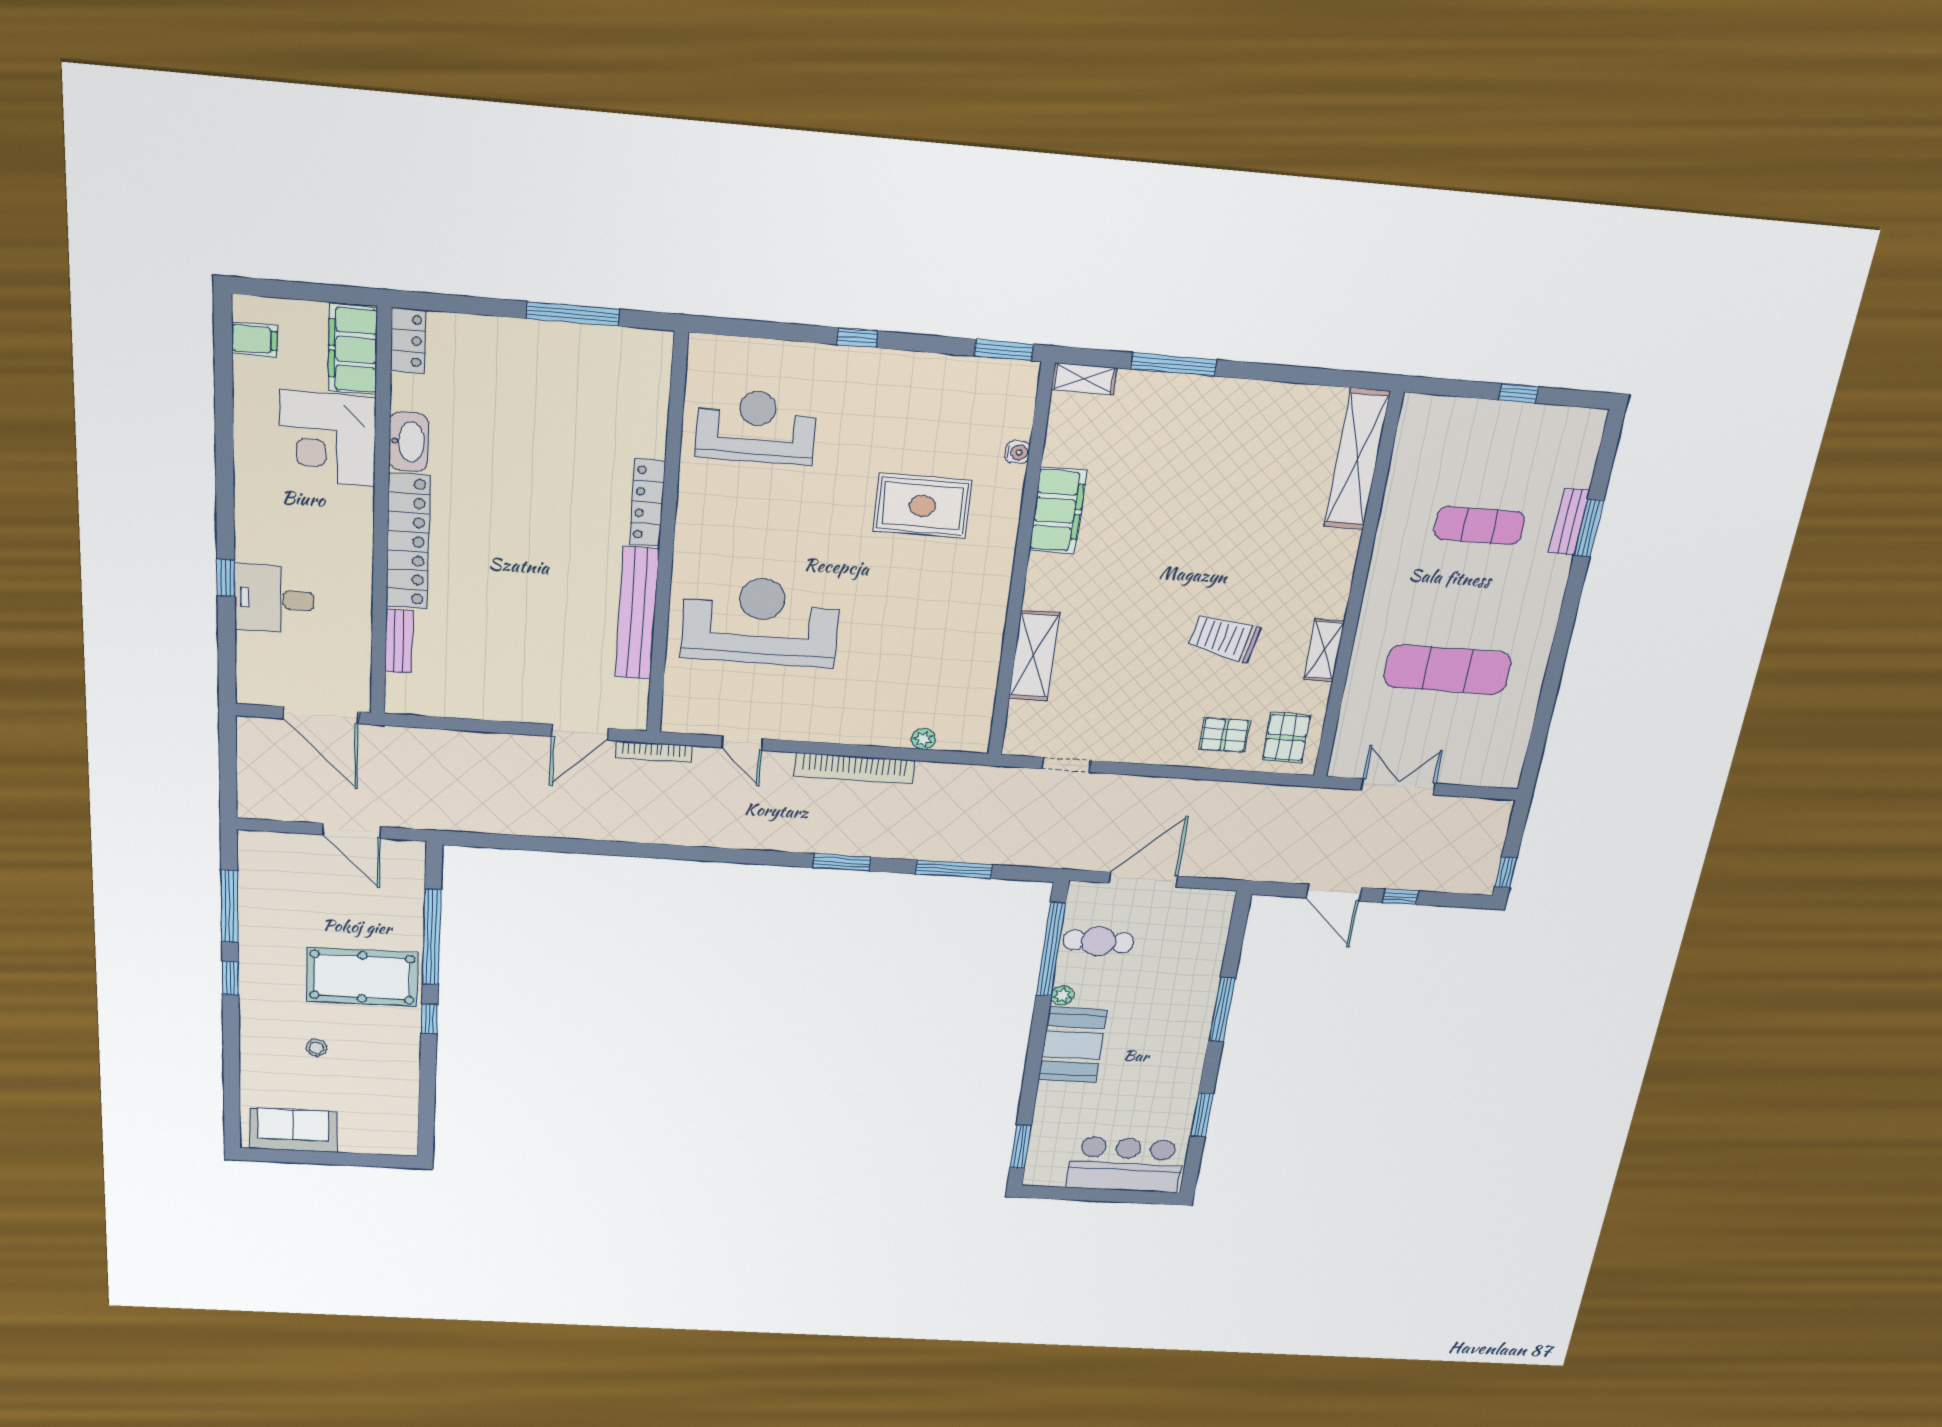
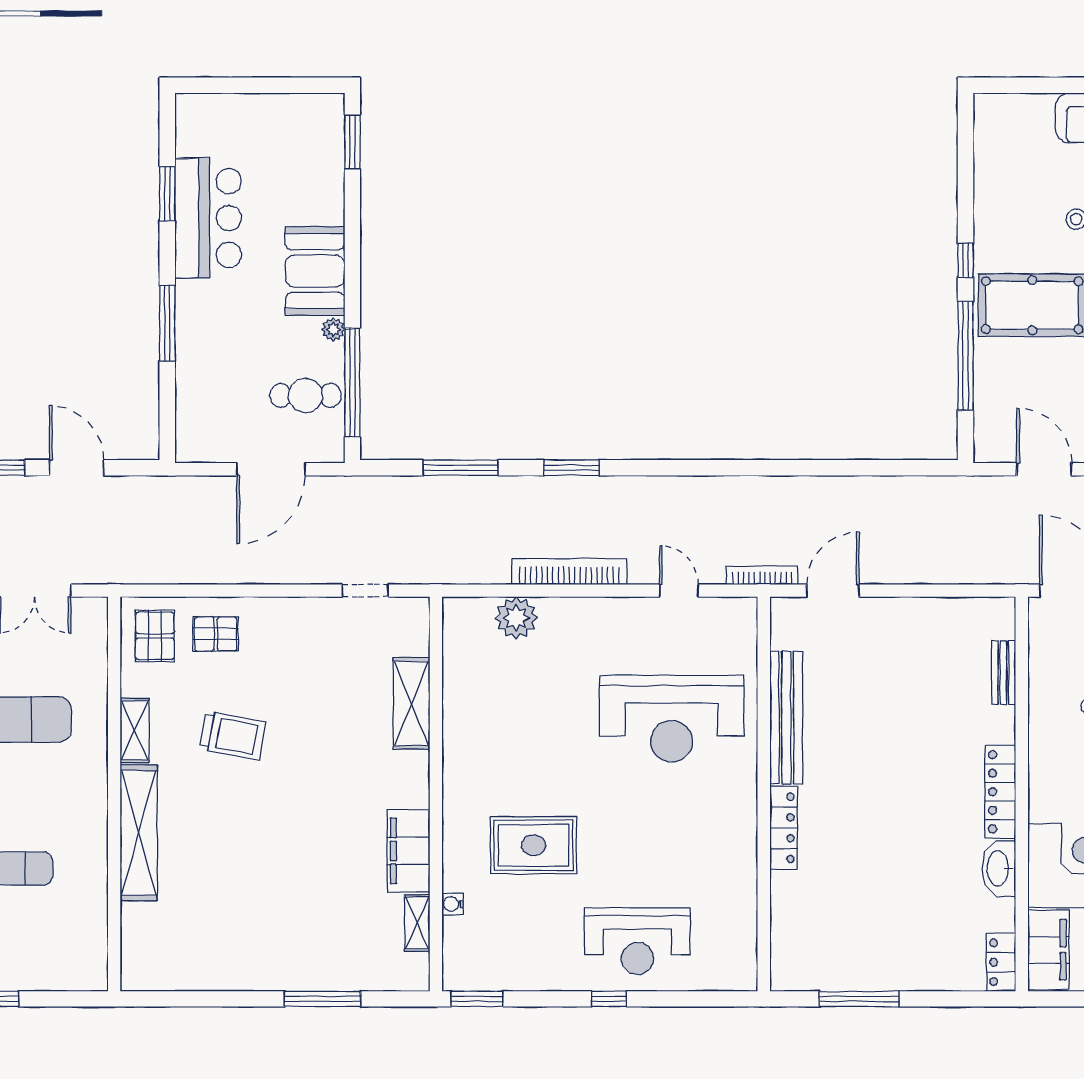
shelving: (1084, 379) -> (417, 923), moved, turned 90
reception desk: (756, 427) -> (637, 941), moved
shelving: (1357, 459) -> (139, 833), moved
locker: (408, 541) -> (1000, 792), width x0.71, depth x0.83
plant: (923, 739) -> (516, 618), width x1.88, depth x1.88
bar counter: (1125, 1164) -> (208, 218), moved, turned -90

